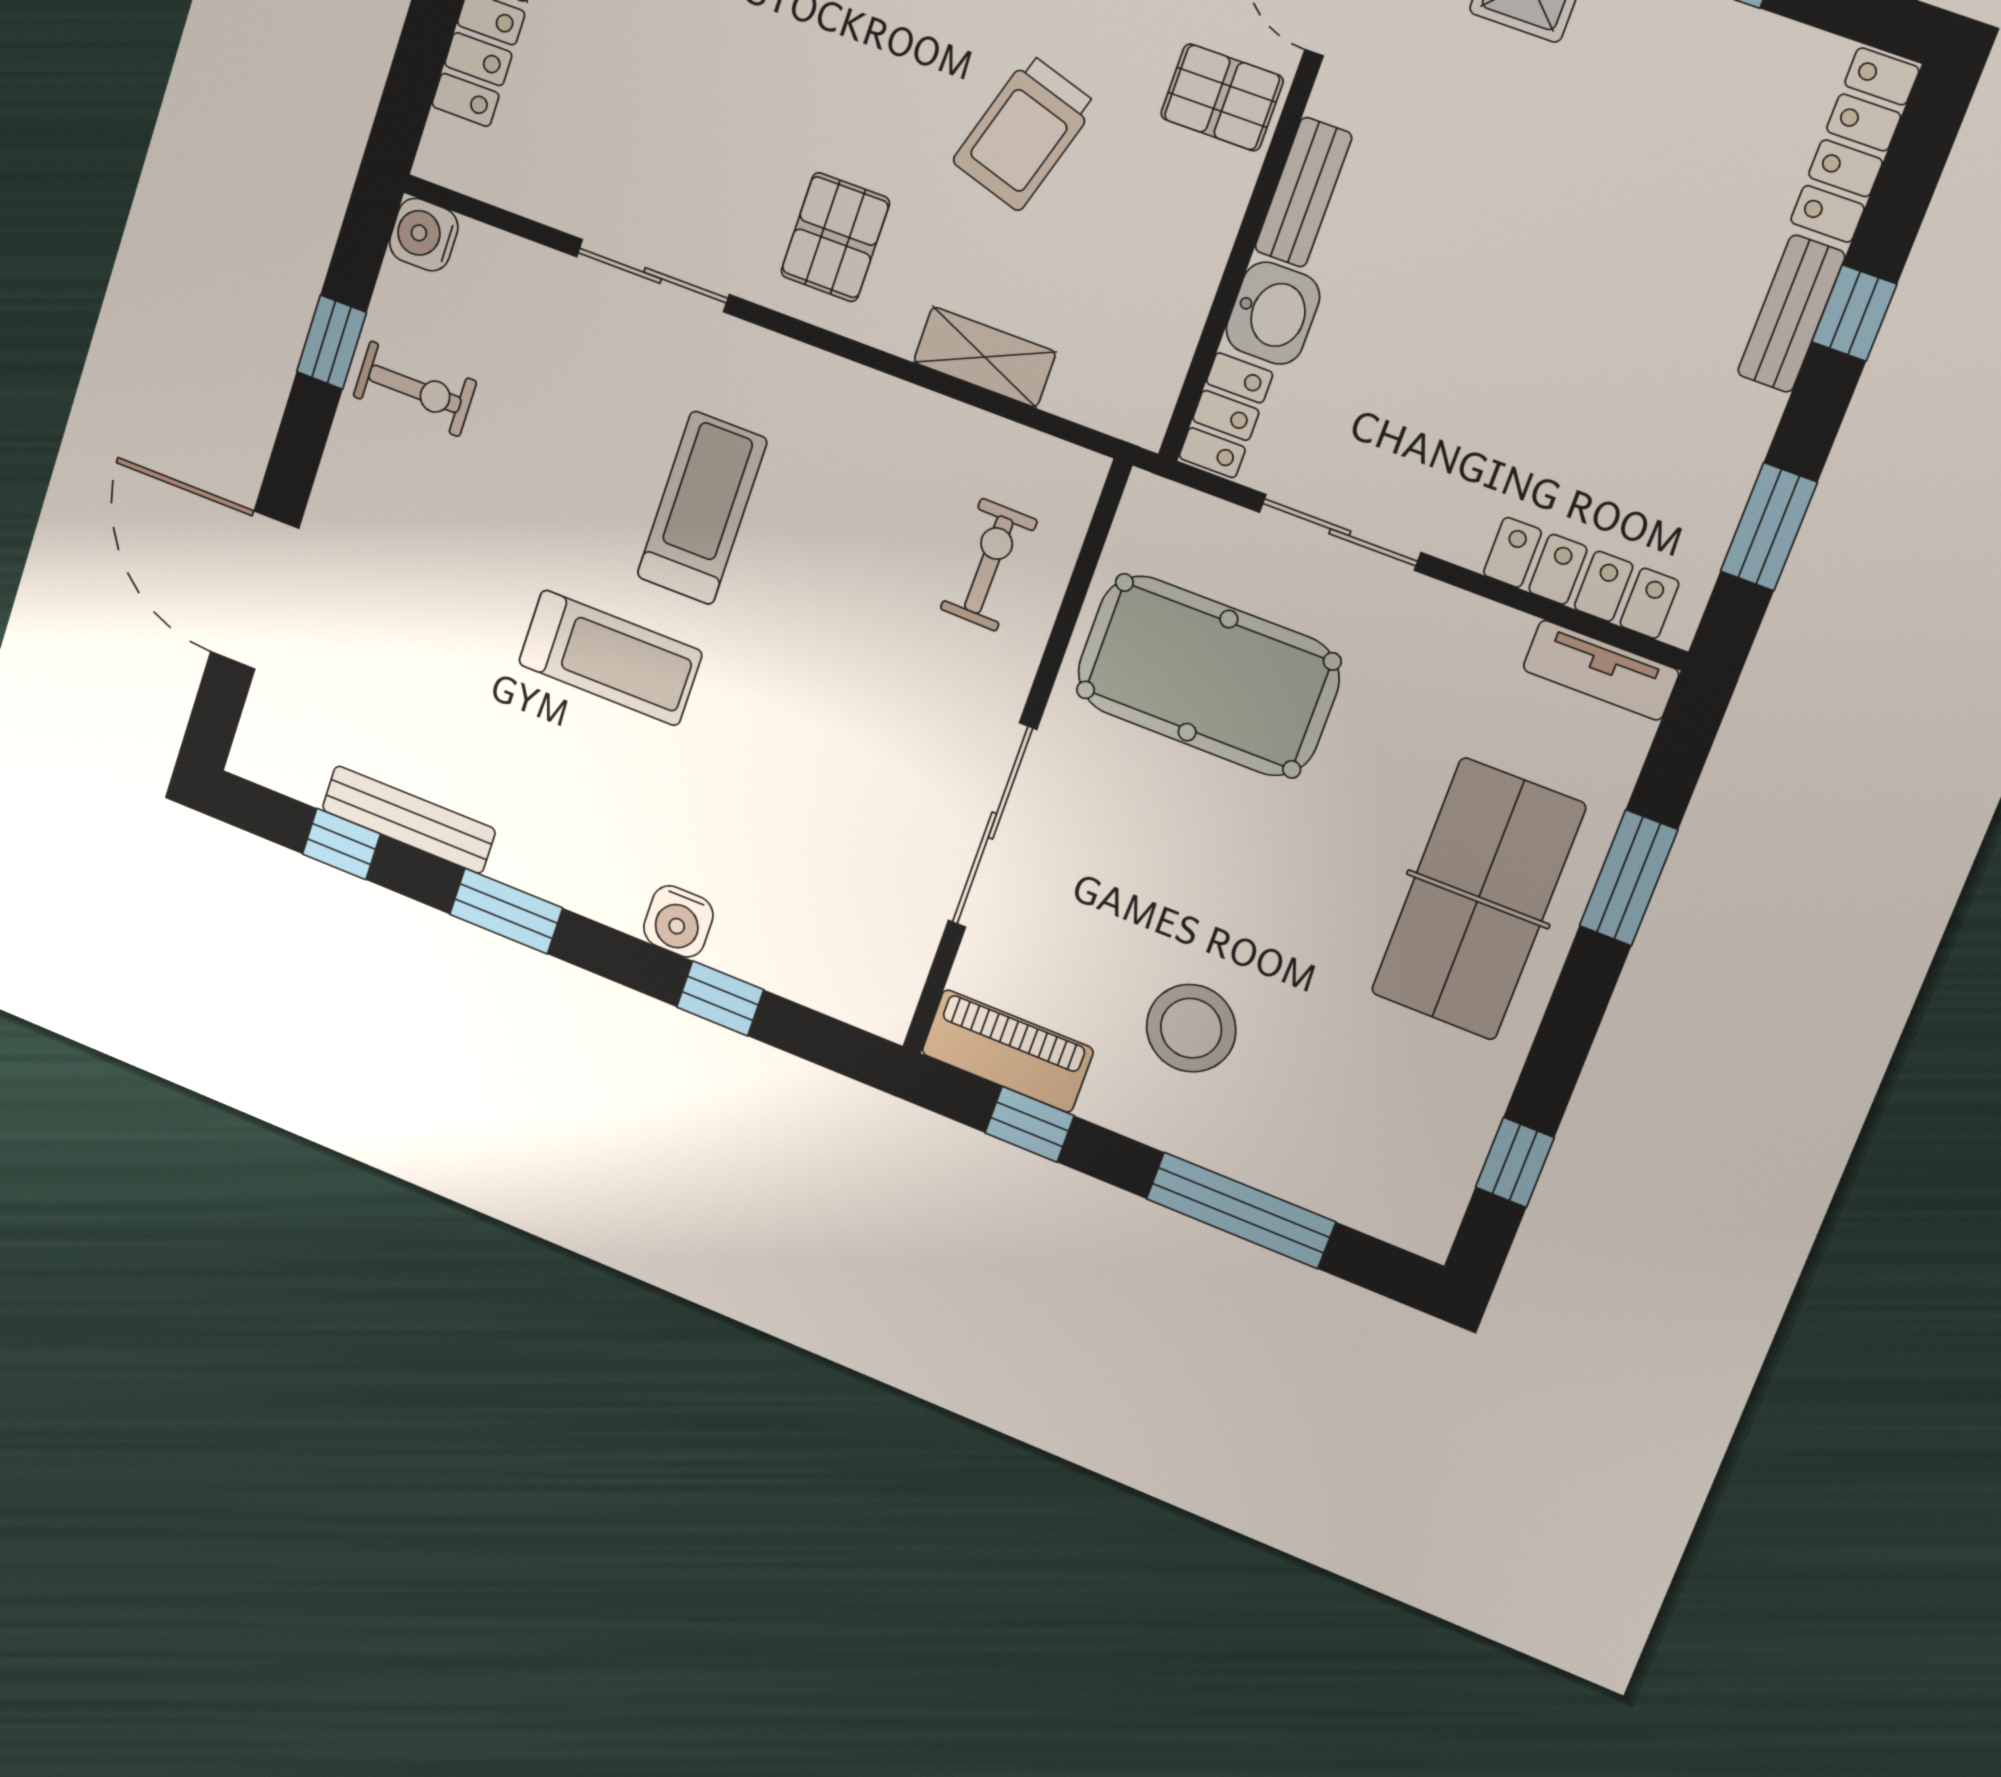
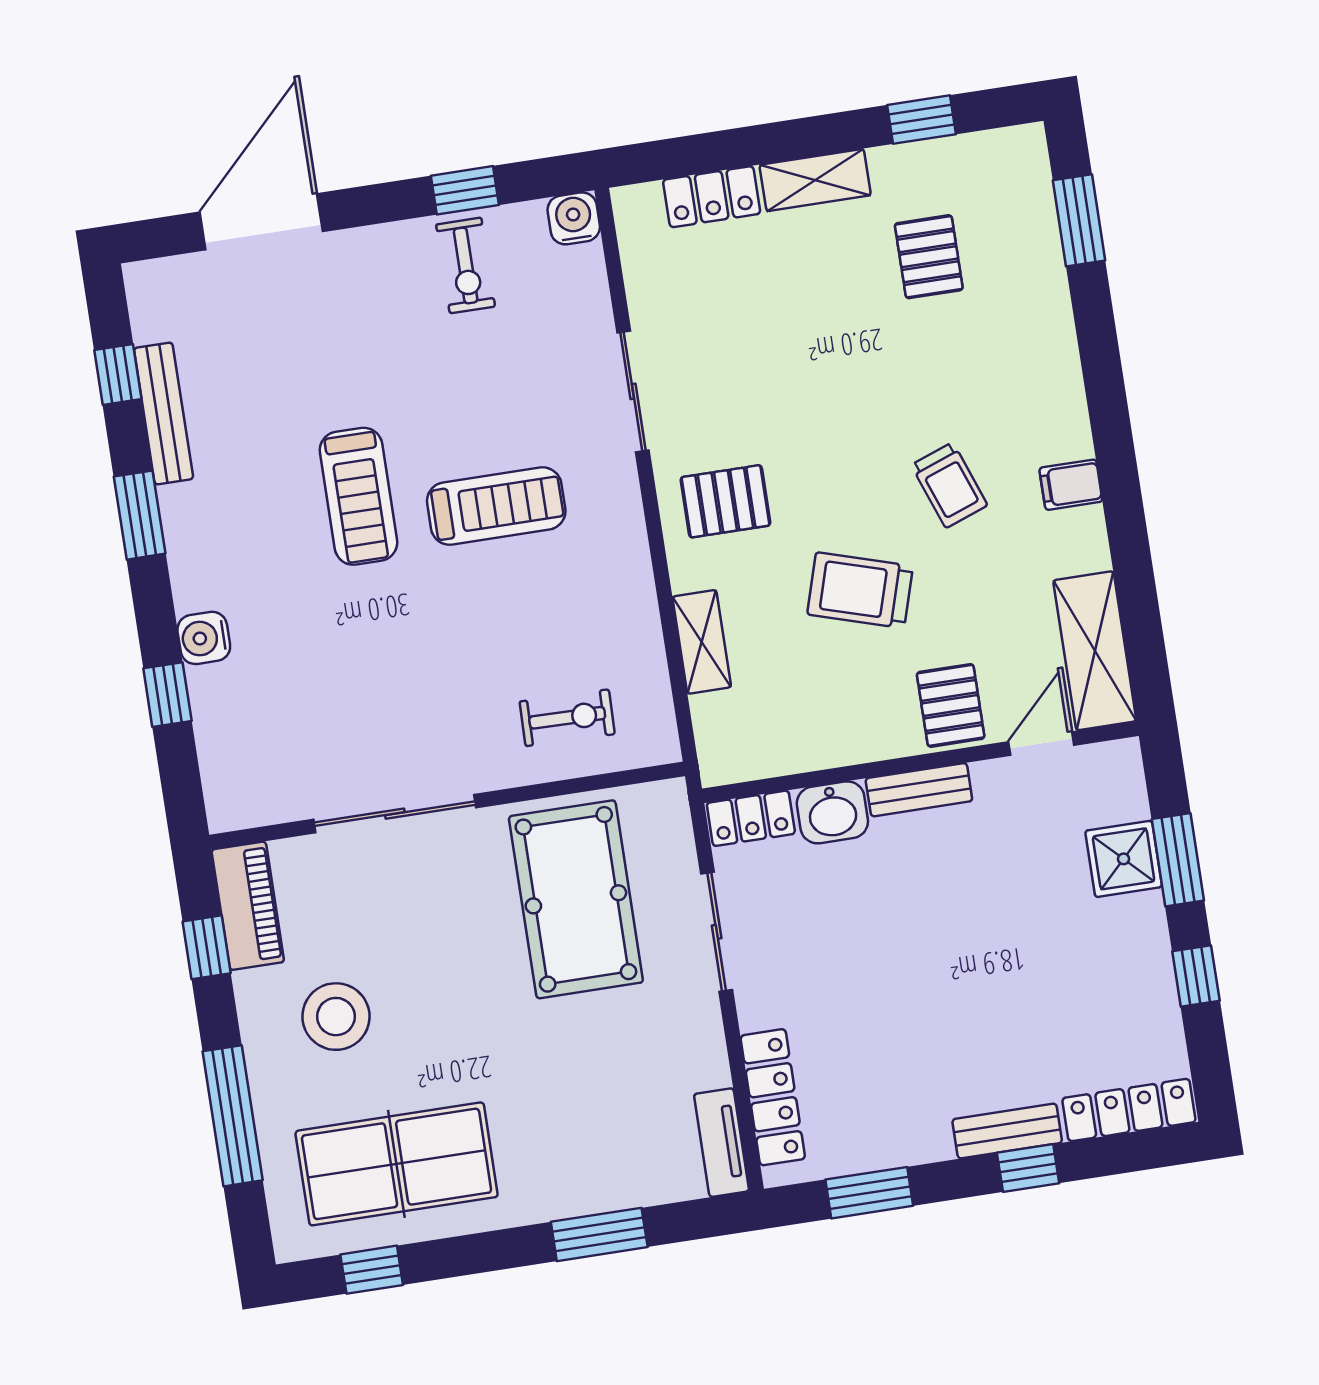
table tennis table: (1478, 899) -> (397, 1164), moved

